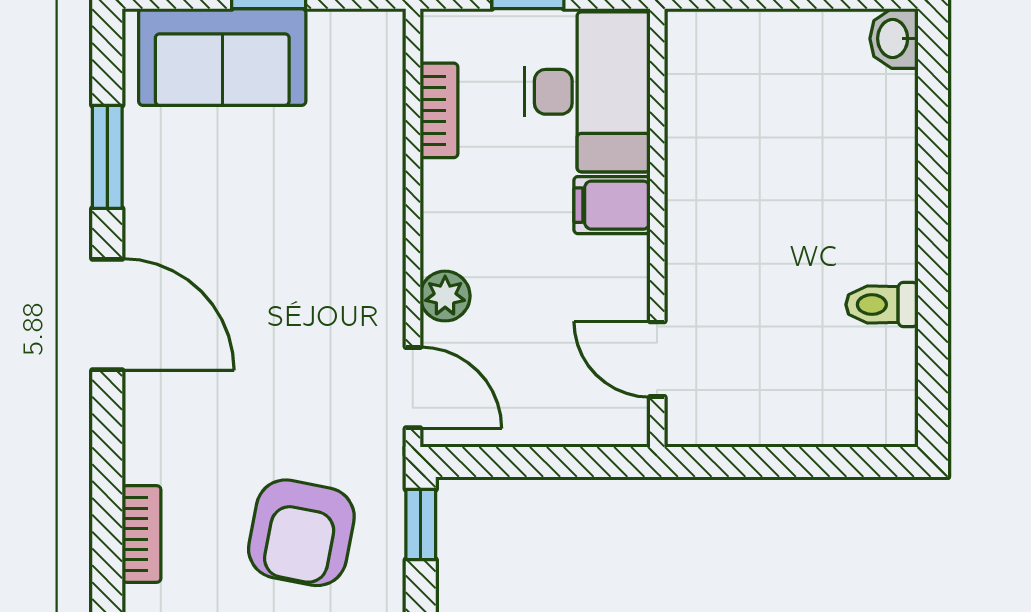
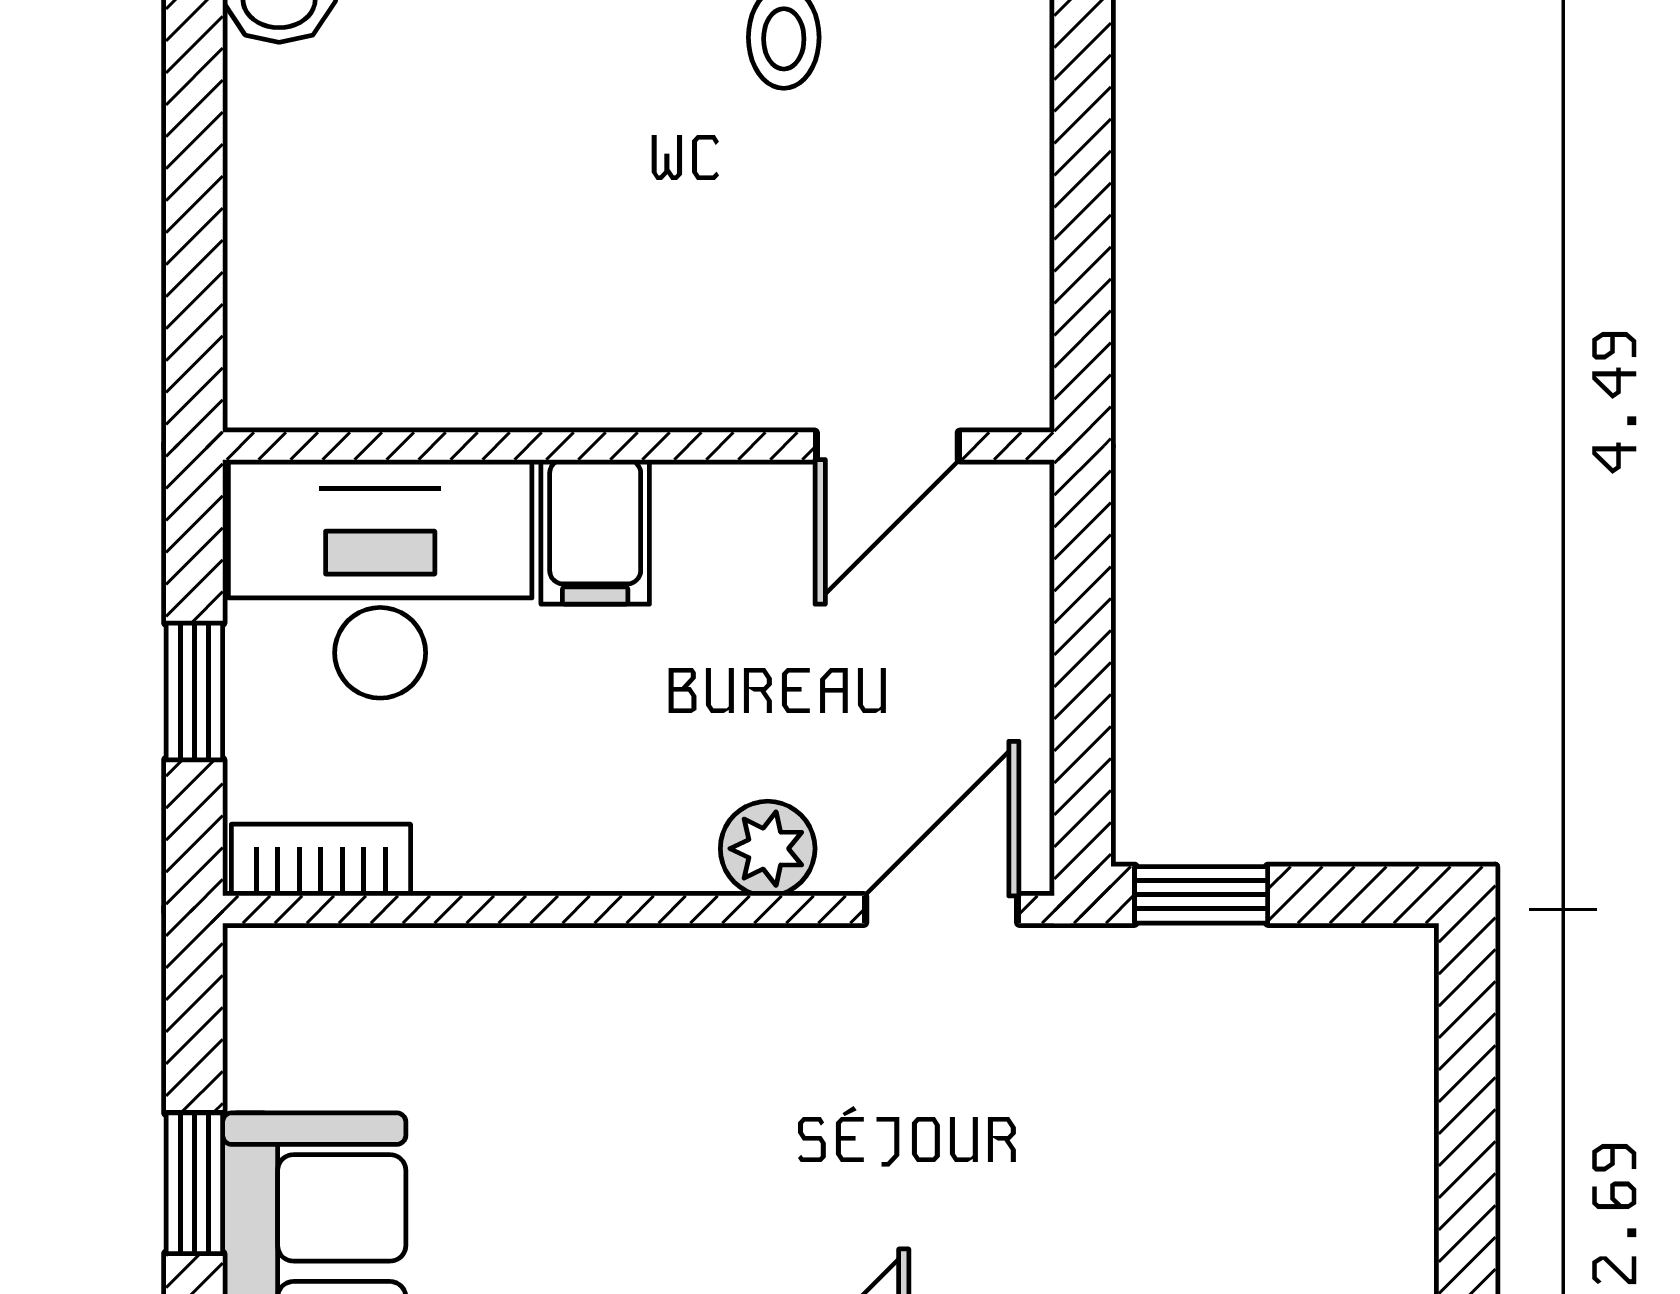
bookcase: (439, 110) -> (321, 860), moved
armchair: (301, 533) -> (1217, 1121), removed

